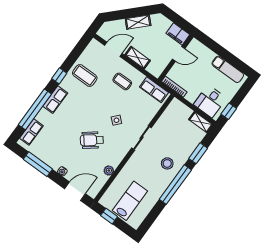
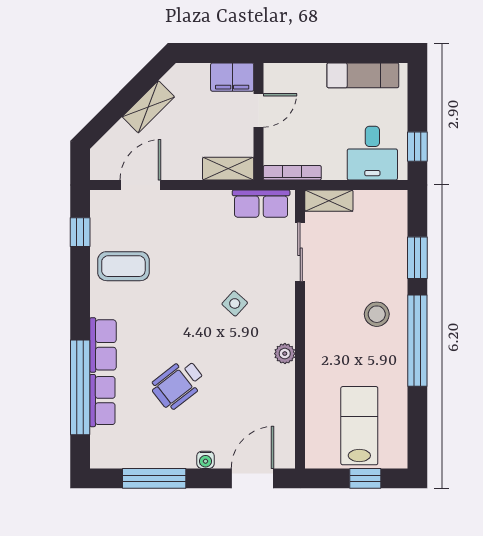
shelving: (138, 58) -> (228, 169), moved
window: (59, 76) -> (80, 232), moved
coffee table: (122, 81) -> (196, 229), removed
shelving: (201, 122) -> (329, 201), moved
row of seats: (31, 132) -> (102, 401), moved
sliding door: (141, 138) -> (300, 252), moved
wheelchair: (92, 140) -> (178, 384), moved
plant: (109, 171) -> (285, 354), moved
window: (109, 216) -> (365, 478), moved

